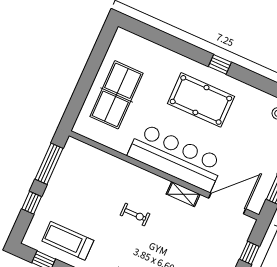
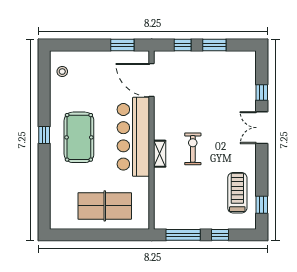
shelving: (183, 194) -> (160, 154), moved
exercise bike: (135, 215) -> (193, 149), width x1.38, depth x1.39
treadmill: (68, 241) -> (237, 193), turned 180

